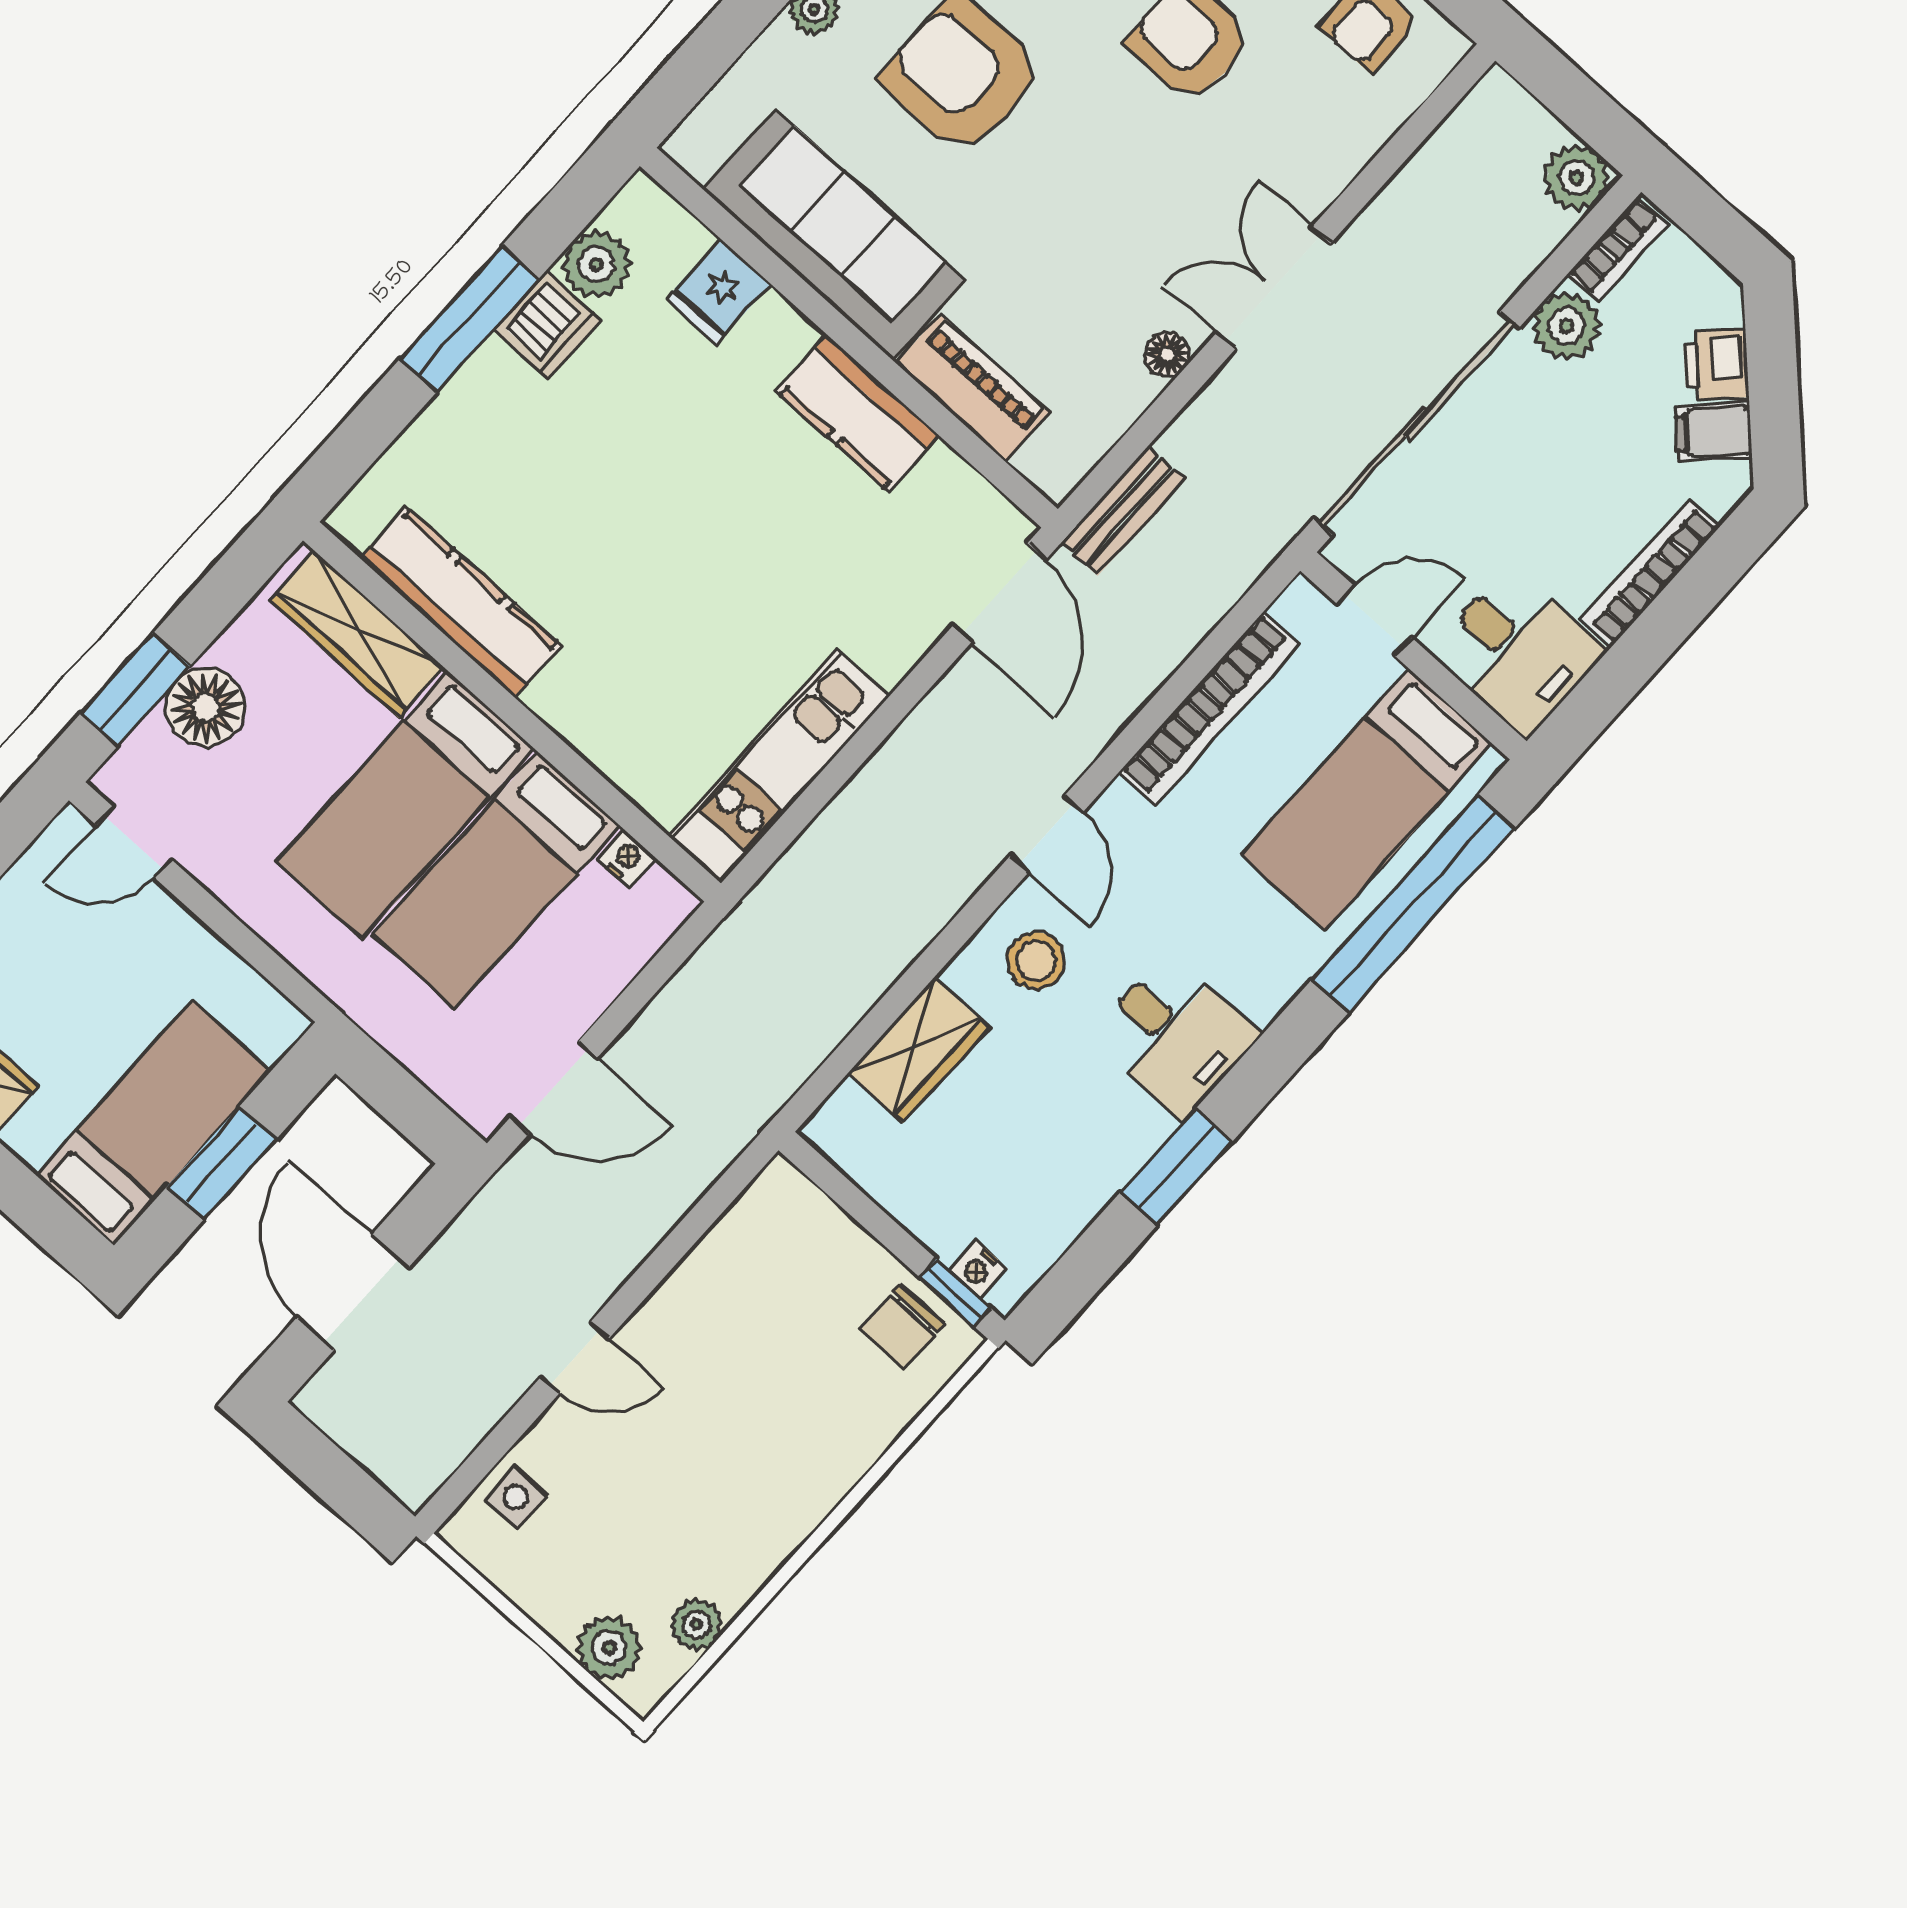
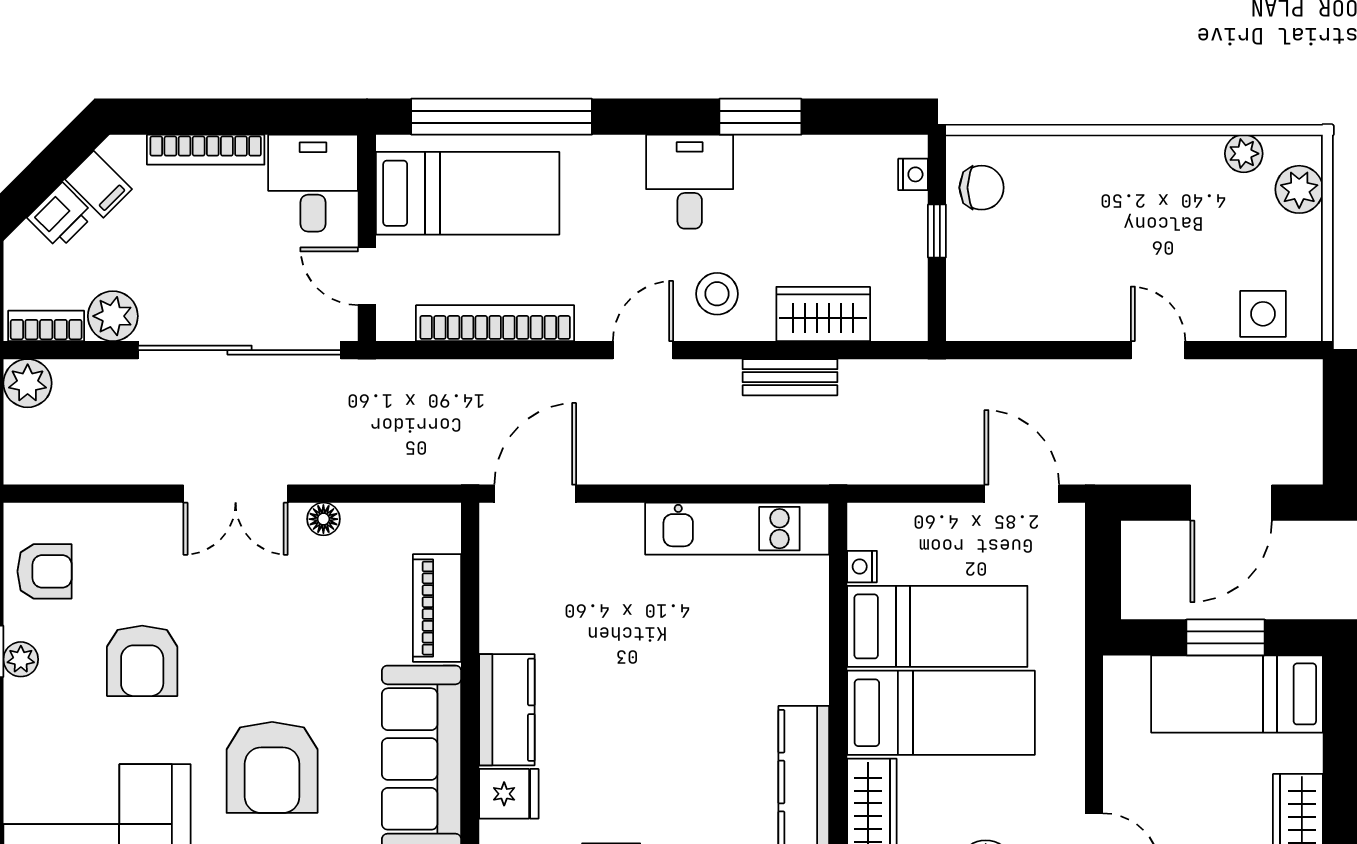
kitchen counter: (857, 413) -> (507, 710), moved
bench: (1123, 511) -> (790, 377), moved
window: (955, 1293) -> (937, 231), moved
side table: (516, 1497) -> (1263, 314), width x1.37, depth x1.37

